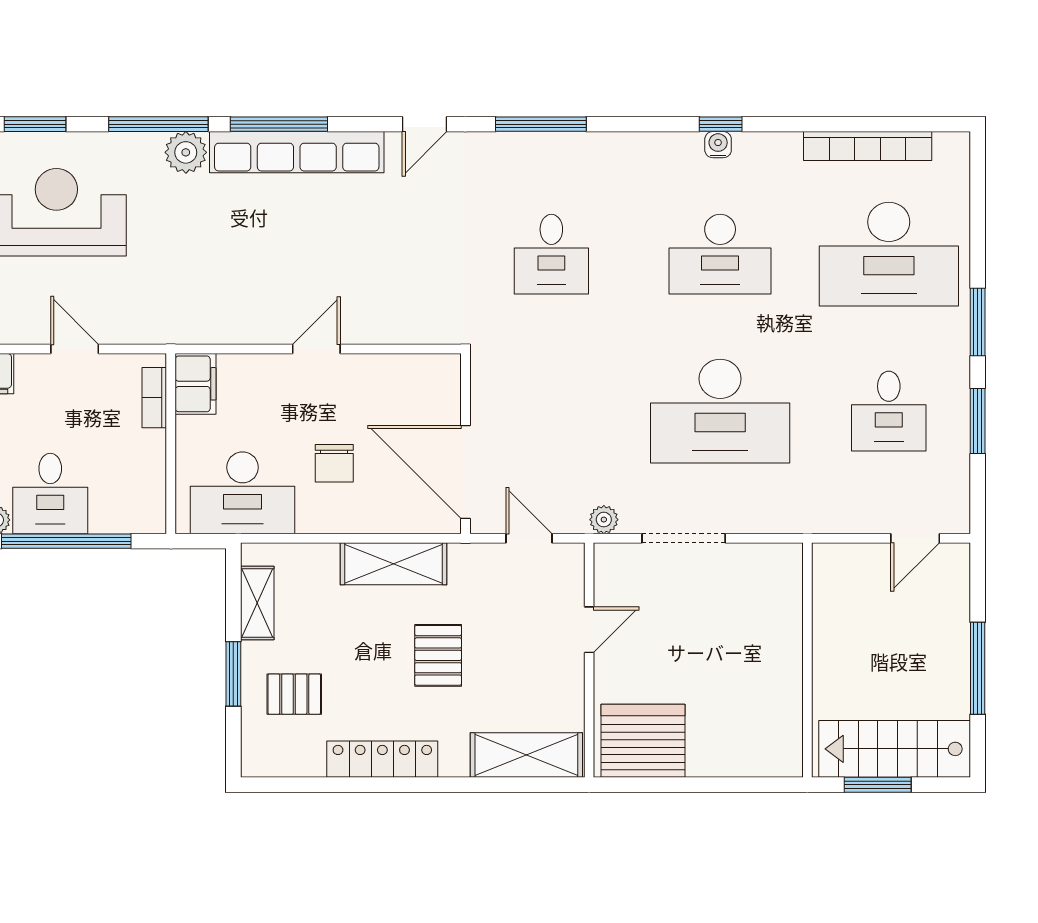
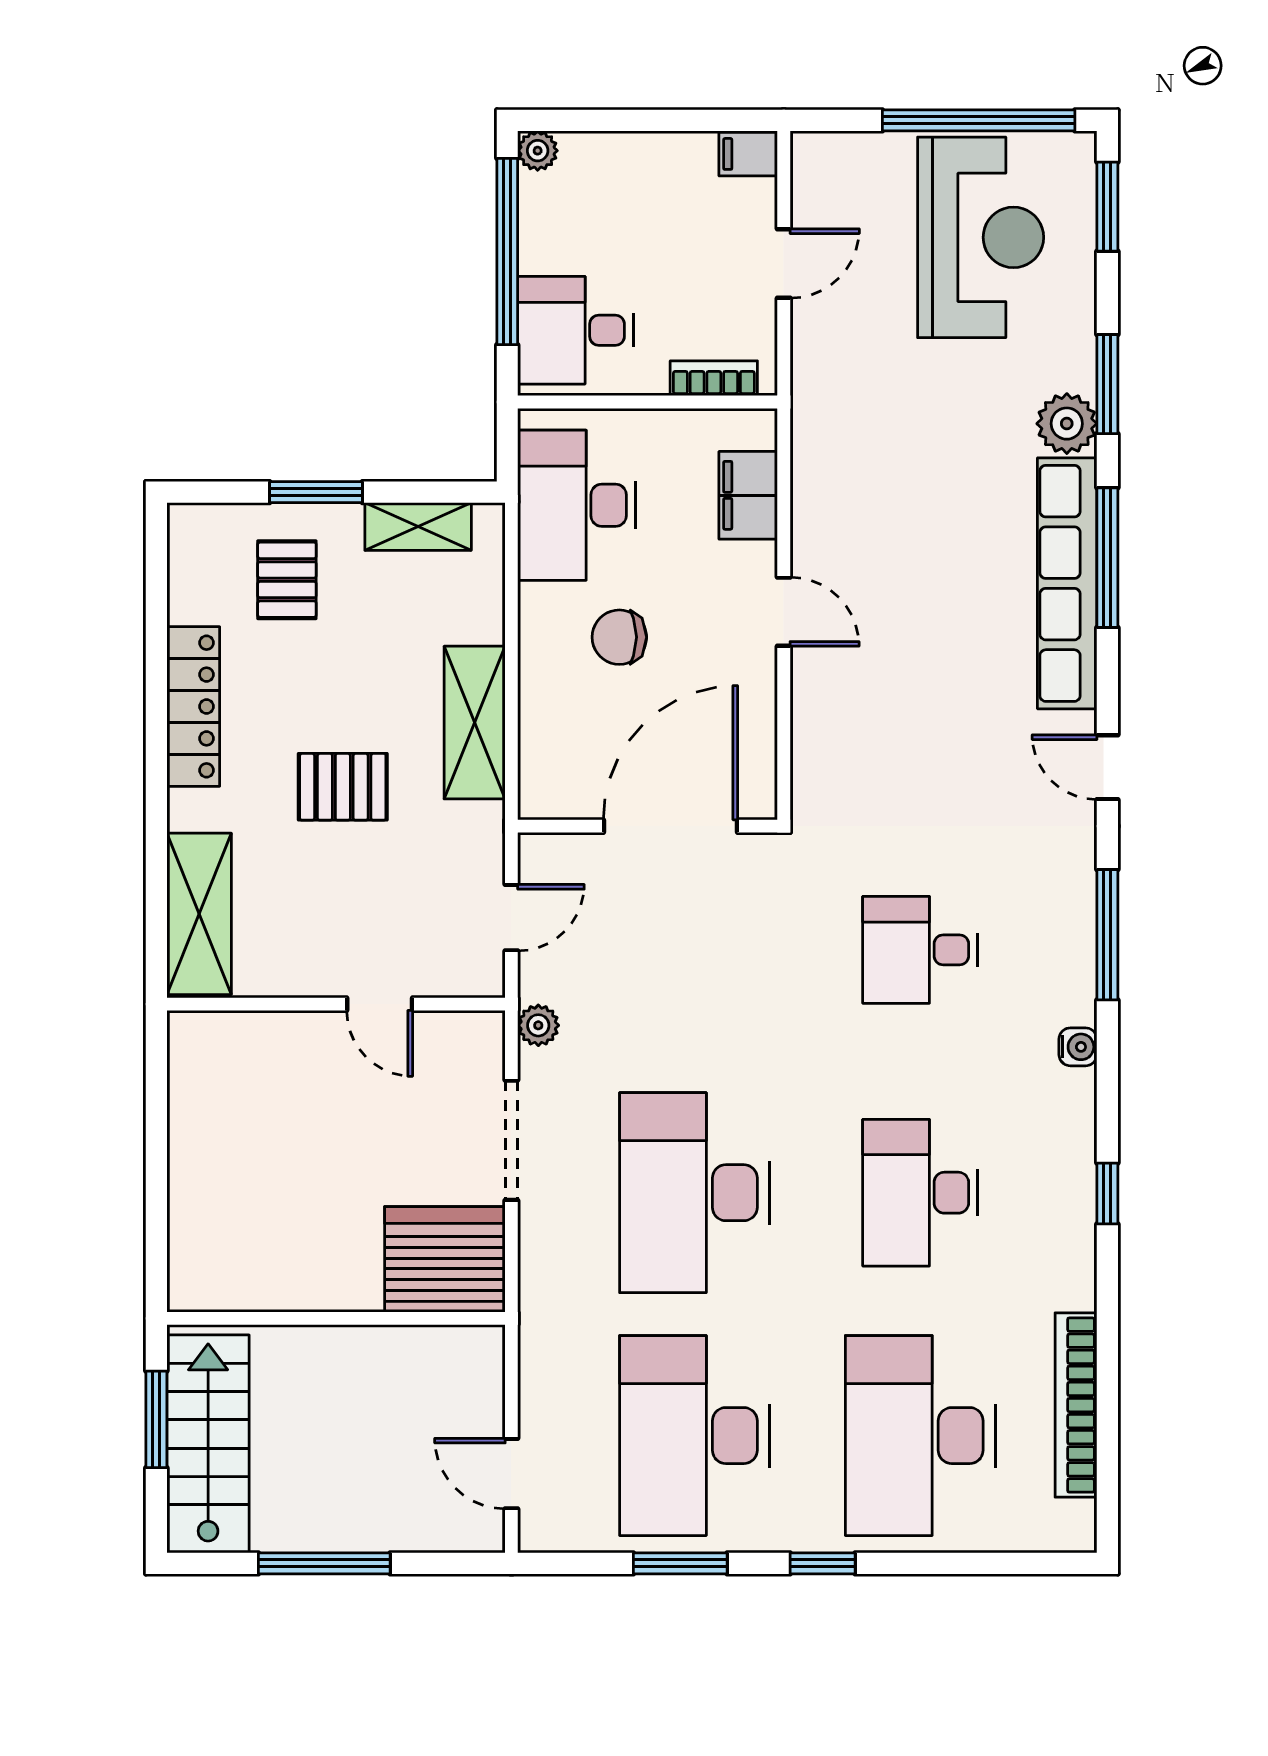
window: (158, 124) -> (1107, 384), width x0.69
water cooler: (718, 145) -> (1078, 1047), moved
window: (978, 322) -> (823, 1563), width x0.67
filing cabinet: (196, 384) -> (748, 495), moved, turned 90
desk: (889, 411) -> (694, 1436), width x1.87, depth x1.30
door: (465, 472) -> (670, 826), moved
desk: (50, 494) -> (576, 330), moved
server rack: (643, 741) -> (445, 1259), moved, turned -90

